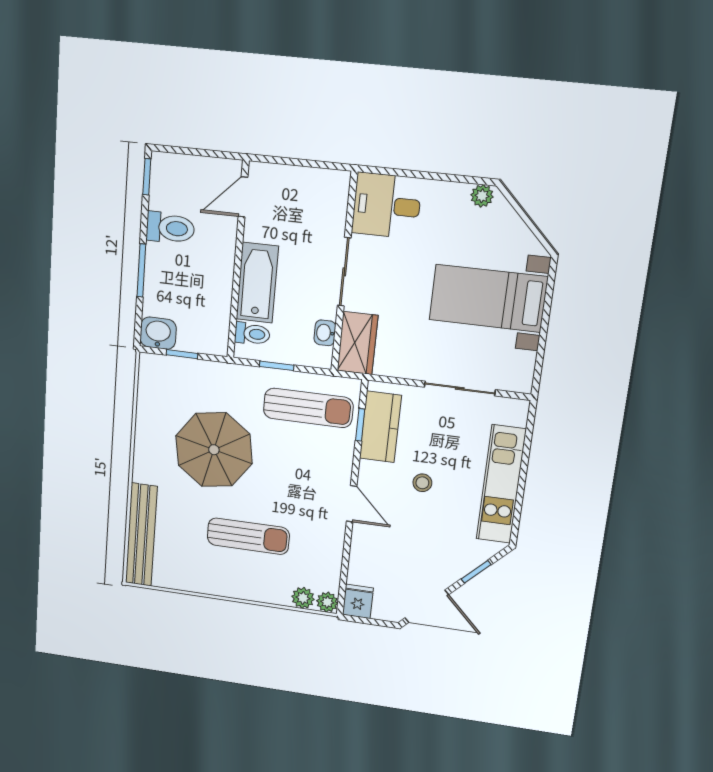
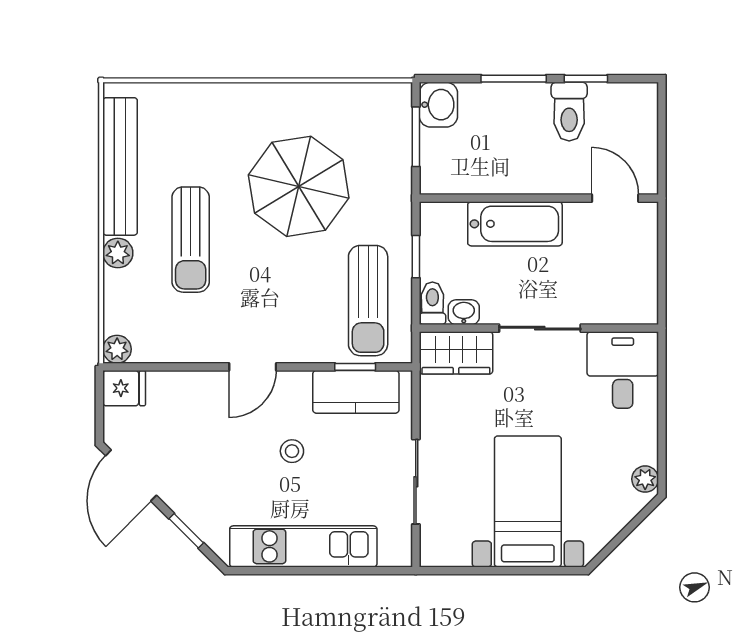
window: (147, 177) -> (586, 79), moved
toilet: (252, 334) -> (432, 303), moved, turned 180
window: (182, 354) -> (416, 137), width x1.50
bench: (141, 535) -> (120, 166), moved, turned 90
plant: (303, 598) -> (118, 253), moved

